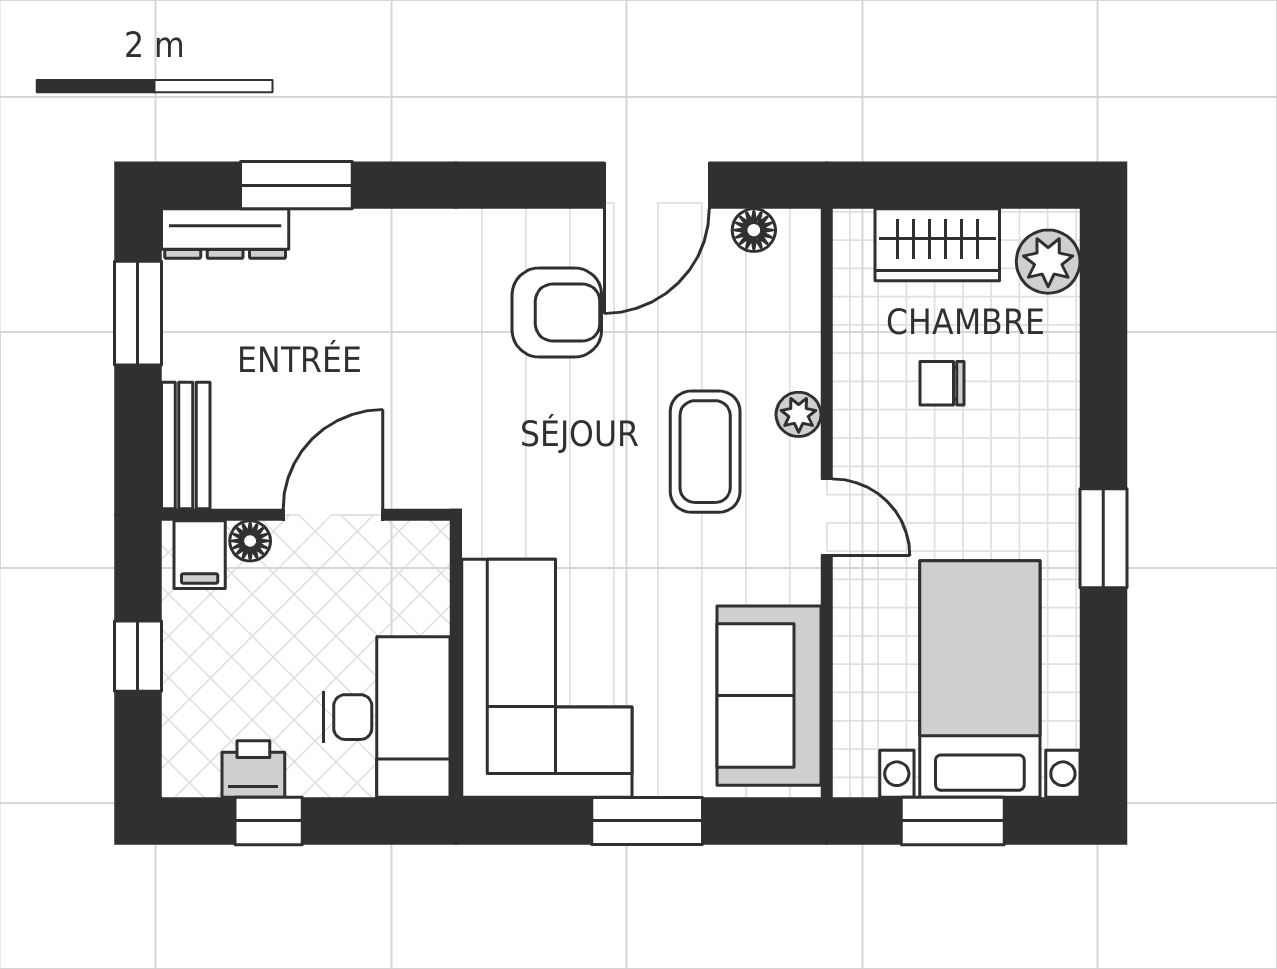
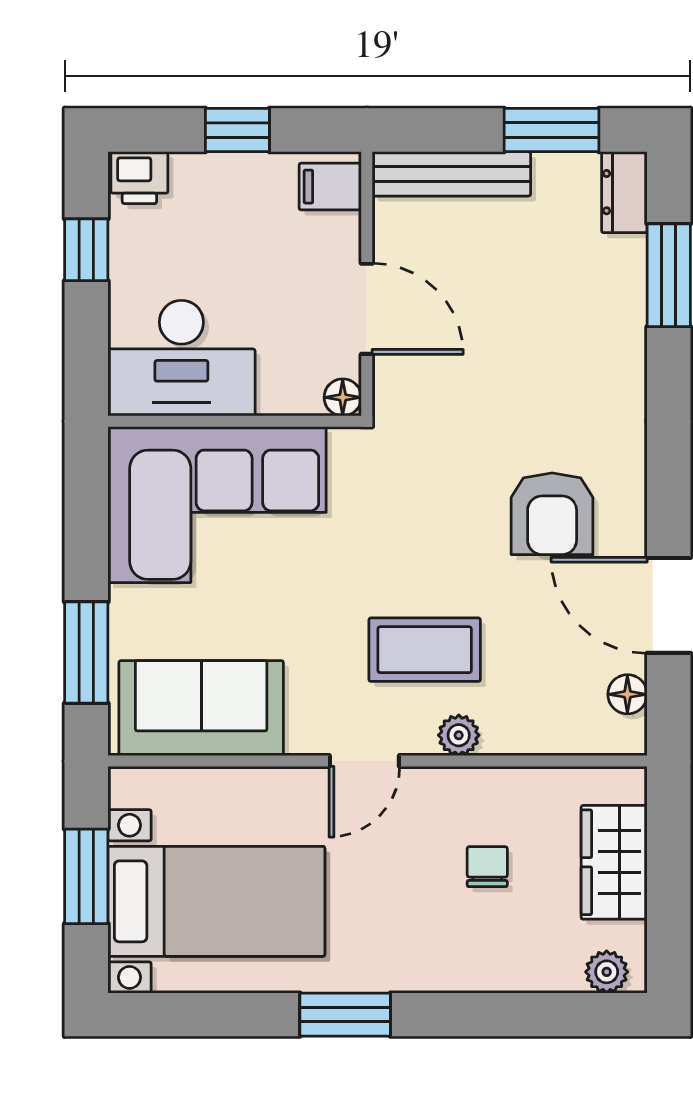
dresser: (225, 234) -> (624, 192), width x0.70
plant: (1048, 262) -> (607, 972), width x0.73, depth x0.73
bench: (186, 446) -> (451, 174), width x1.36
floor lamp: (250, 541) -> (343, 397), moved
printer: (253, 769) -> (139, 178), moved, turned 90
window: (647, 821) -> (86, 653), moved

